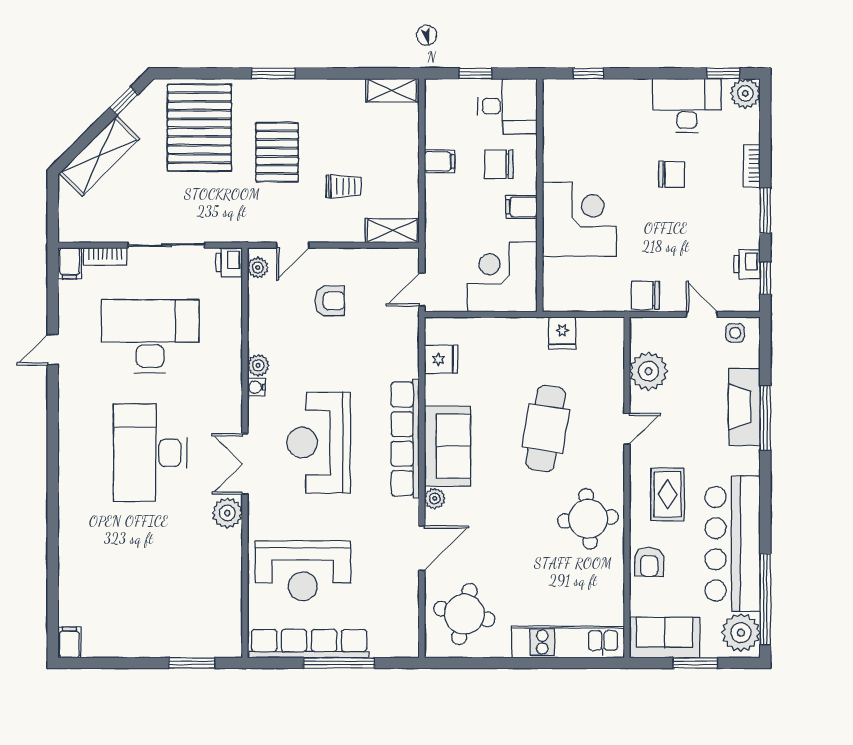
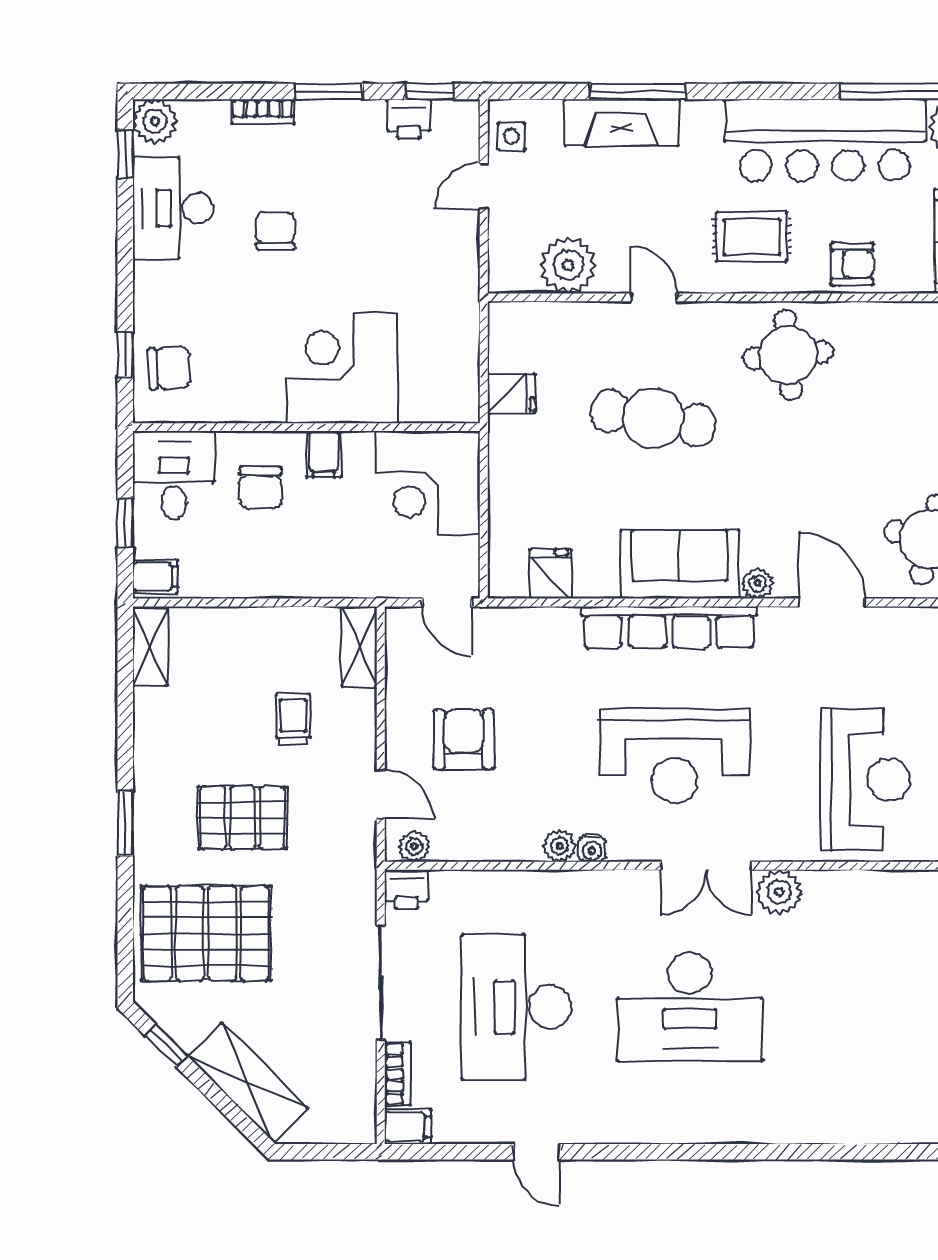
filing cabinet: (439, 161) -> (155, 577), moved, turned 90
chair: (645, 295) -> (169, 368), moved, turned -93
armchair: (330, 301) -> (464, 739), width x1.38, depth x1.38

